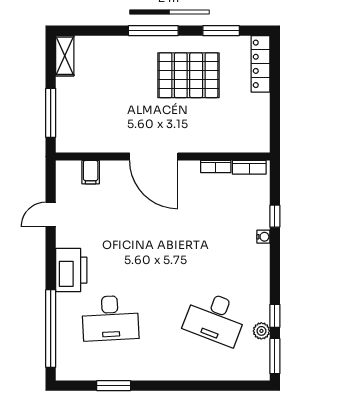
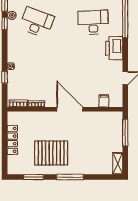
locker: (261, 64) -> (12, 140), moved

